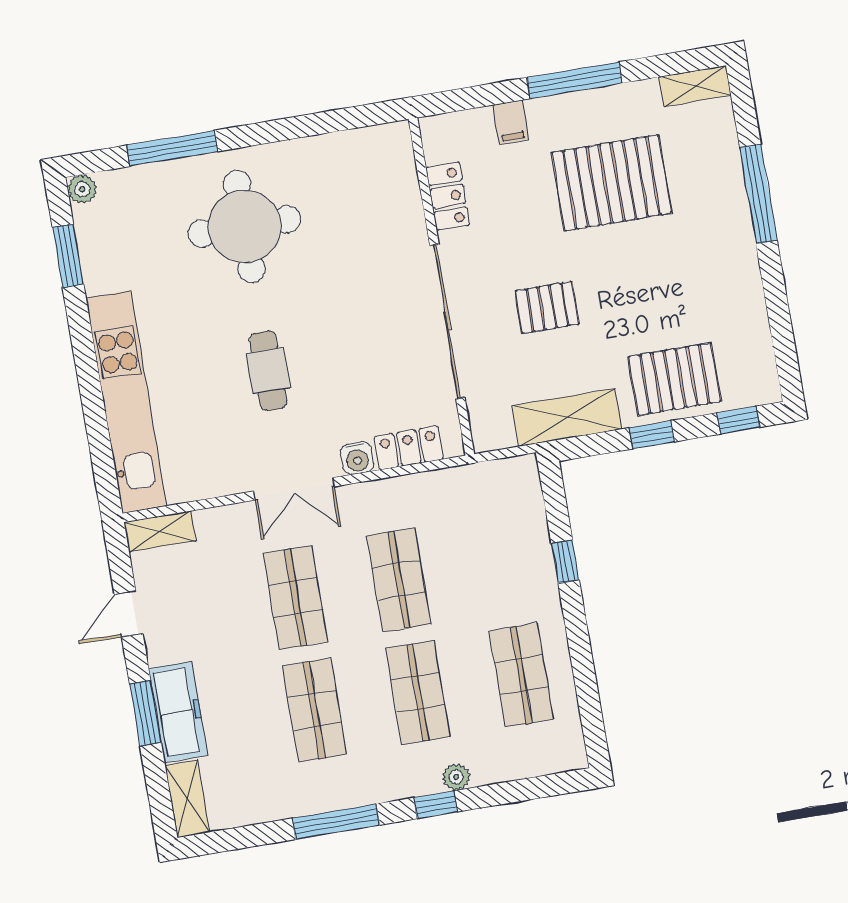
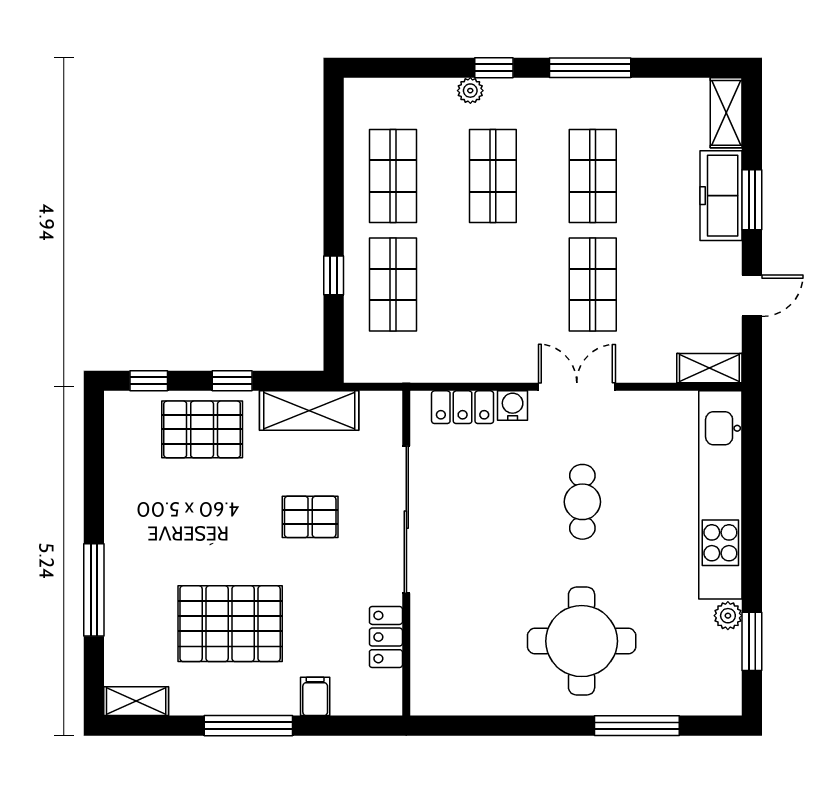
plant: (82, 189) -> (728, 616), moved
shop shelf: (399, 580) -> (393, 285), moved

